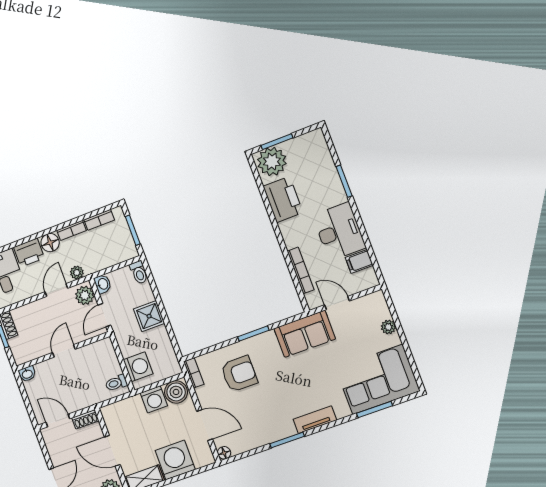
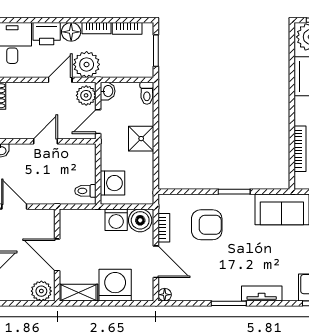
plant: (77, 273) -> (87, 64), width x1.87, depth x1.87
bookcase: (194, 373) -> (164, 228), moved
shoe rack: (85, 419) -> (42, 215), removed

